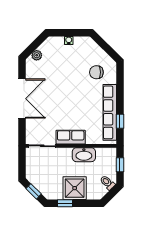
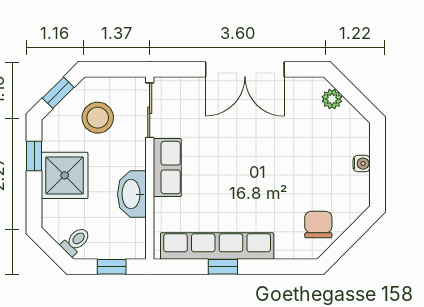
chair: (96, 72) -> (318, 224), moved
window: (120, 121) -> (223, 267), moved
stool: (46, 172) -> (98, 118), added

